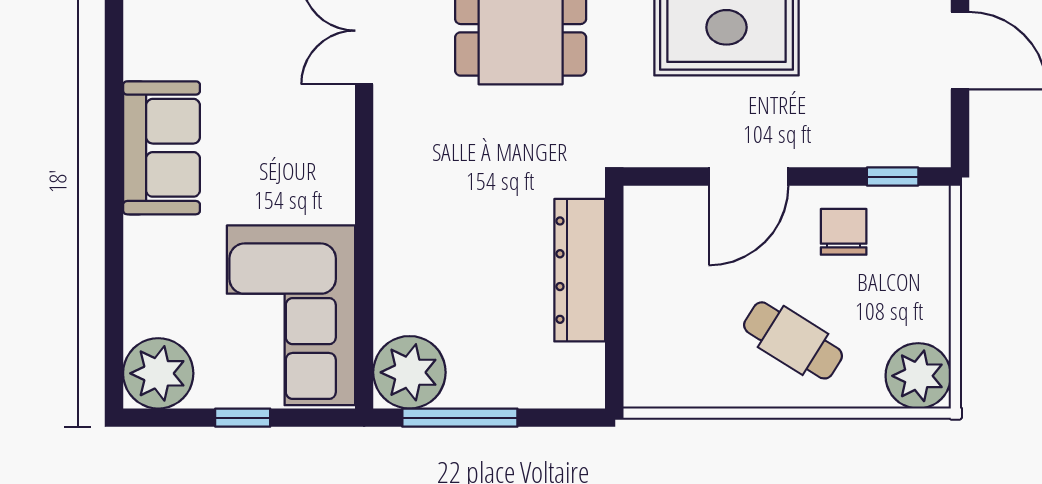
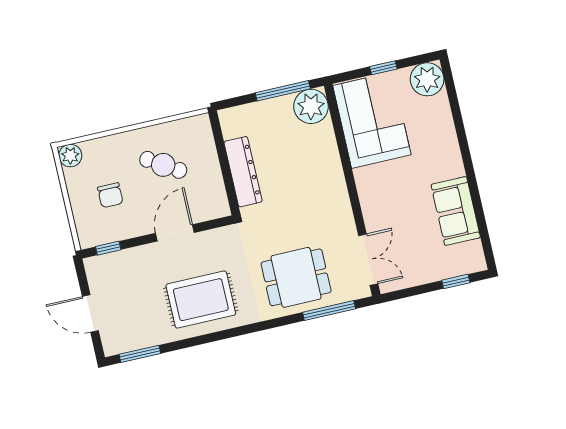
sofa: (162, 148) -> (456, 211), moved
chair: (844, 232) -> (110, 195), moved
cafe table: (793, 340) -> (163, 165), moved
plant: (918, 376) -> (70, 156), width x0.73, depth x0.73

